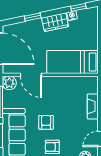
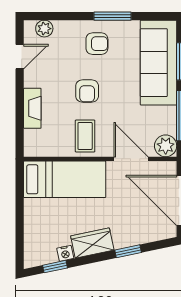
coffee table: (60, 89) -> (85, 136), added
armchair: (46, 122) -> (87, 91), moved

